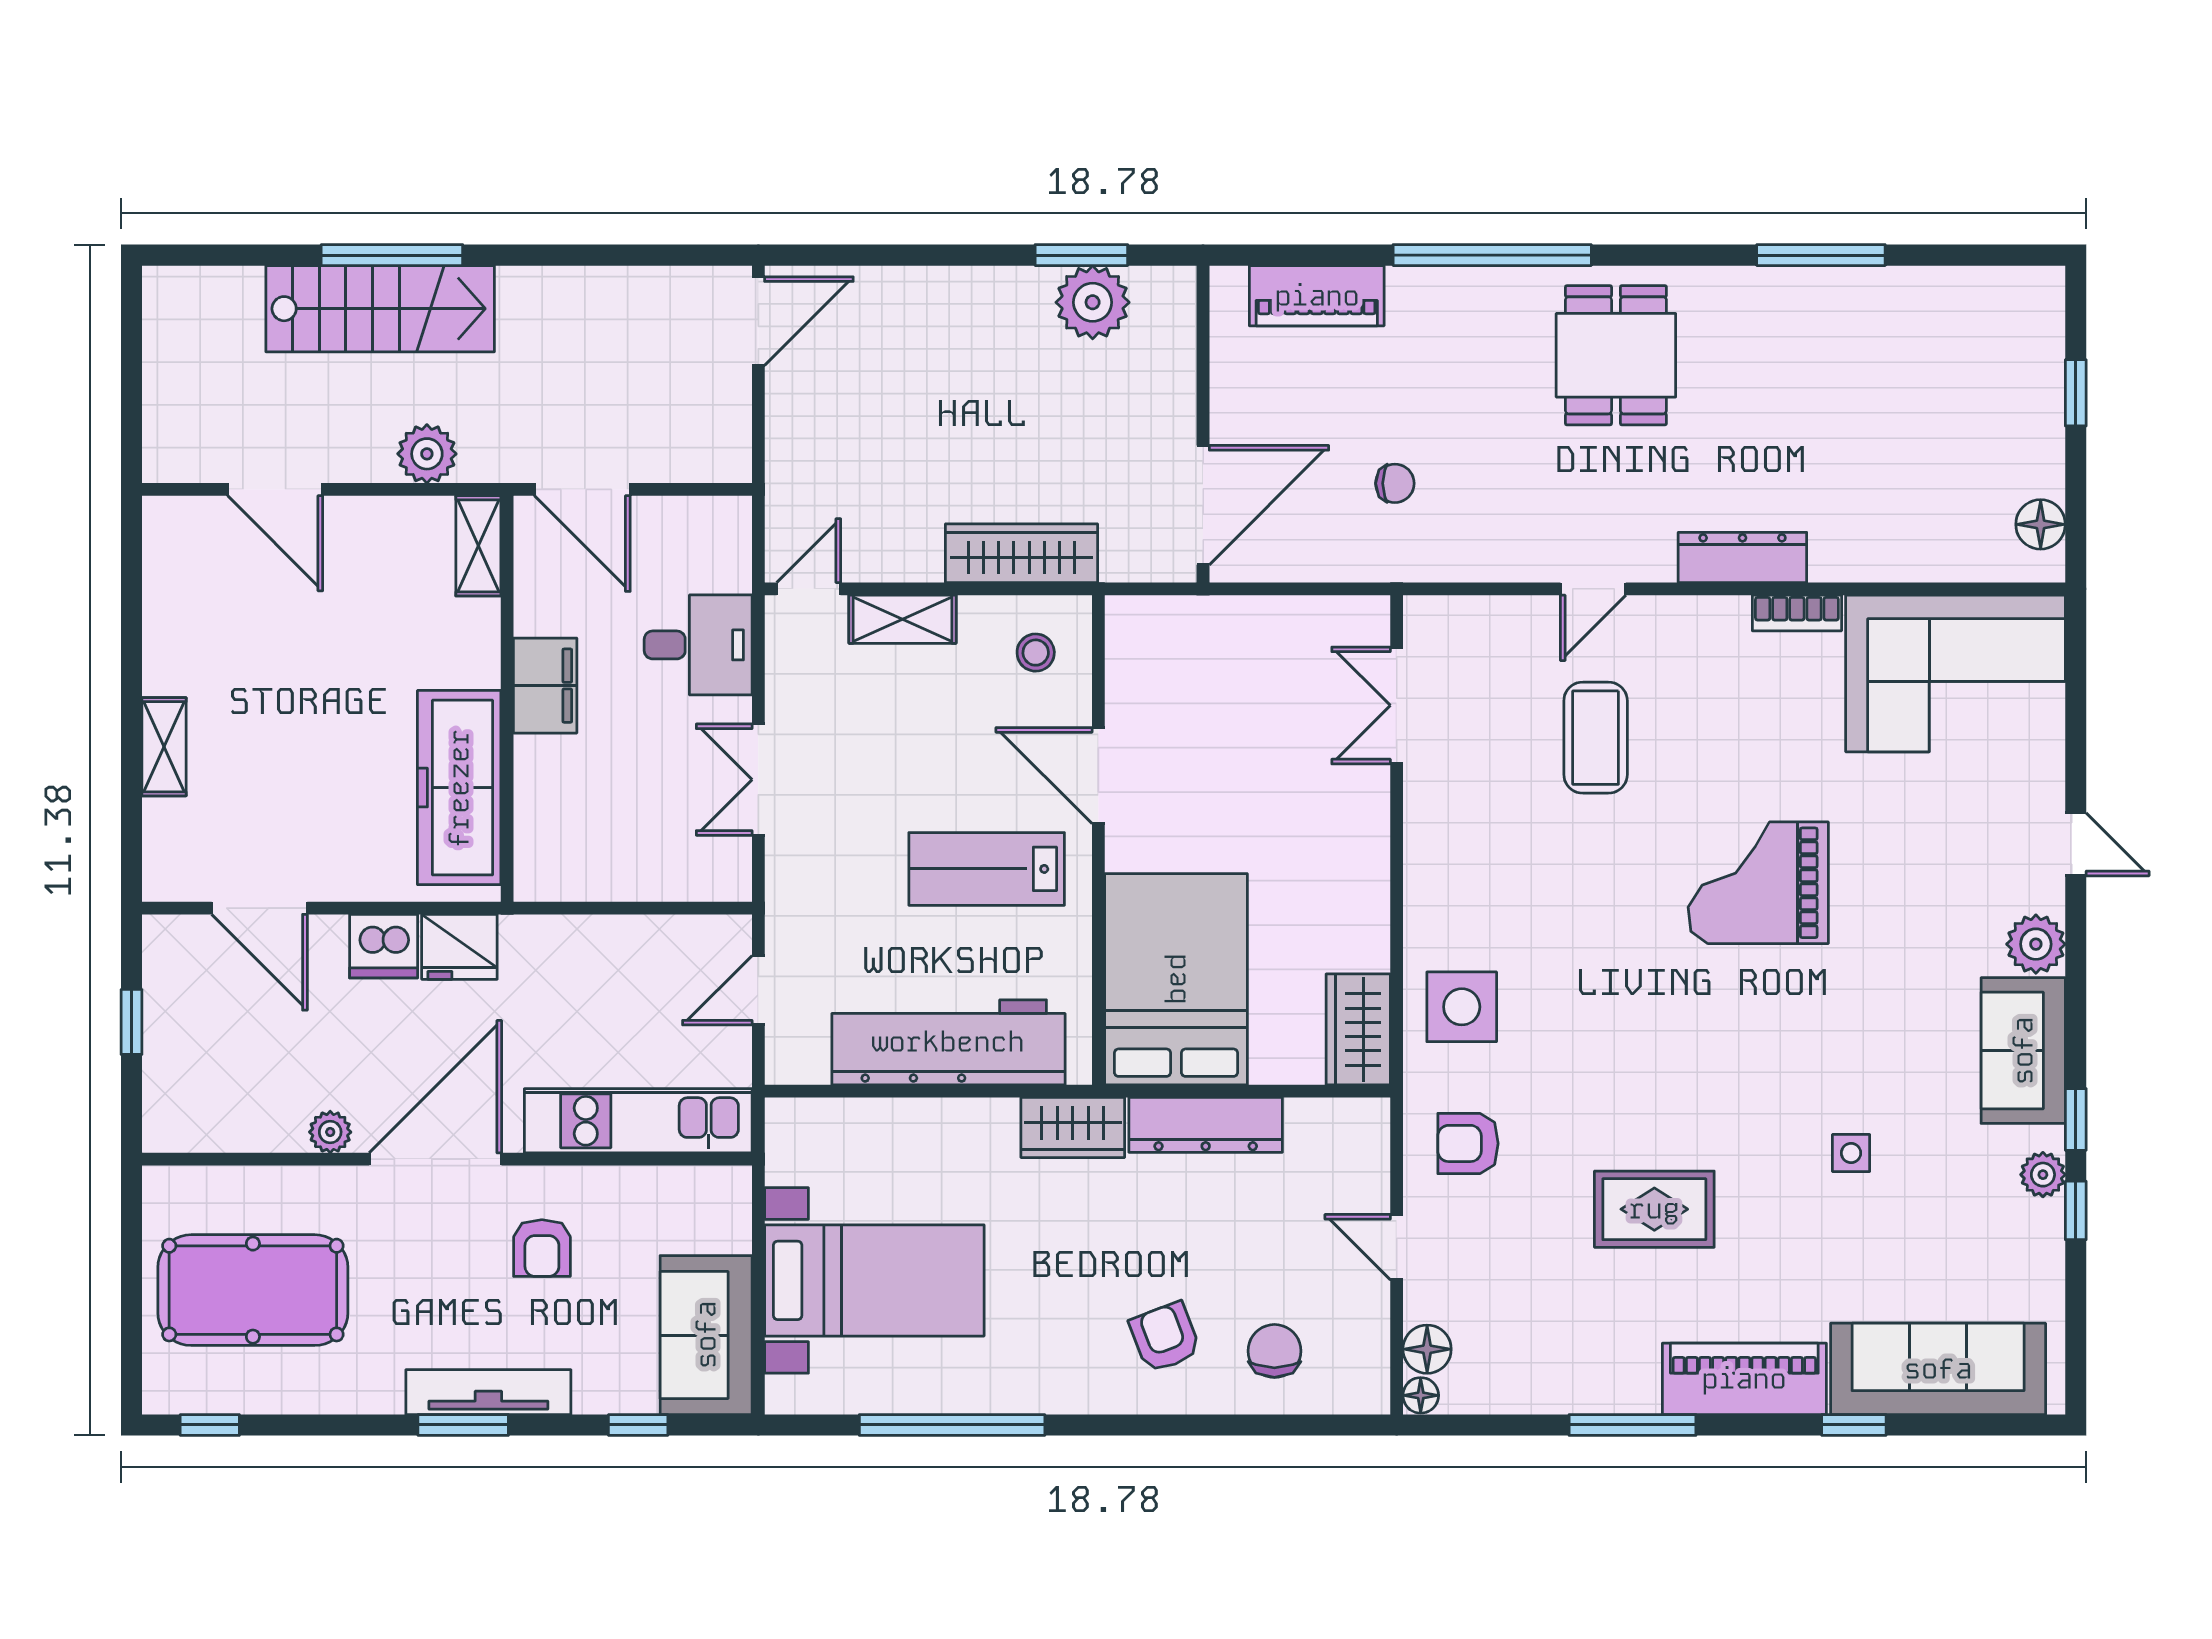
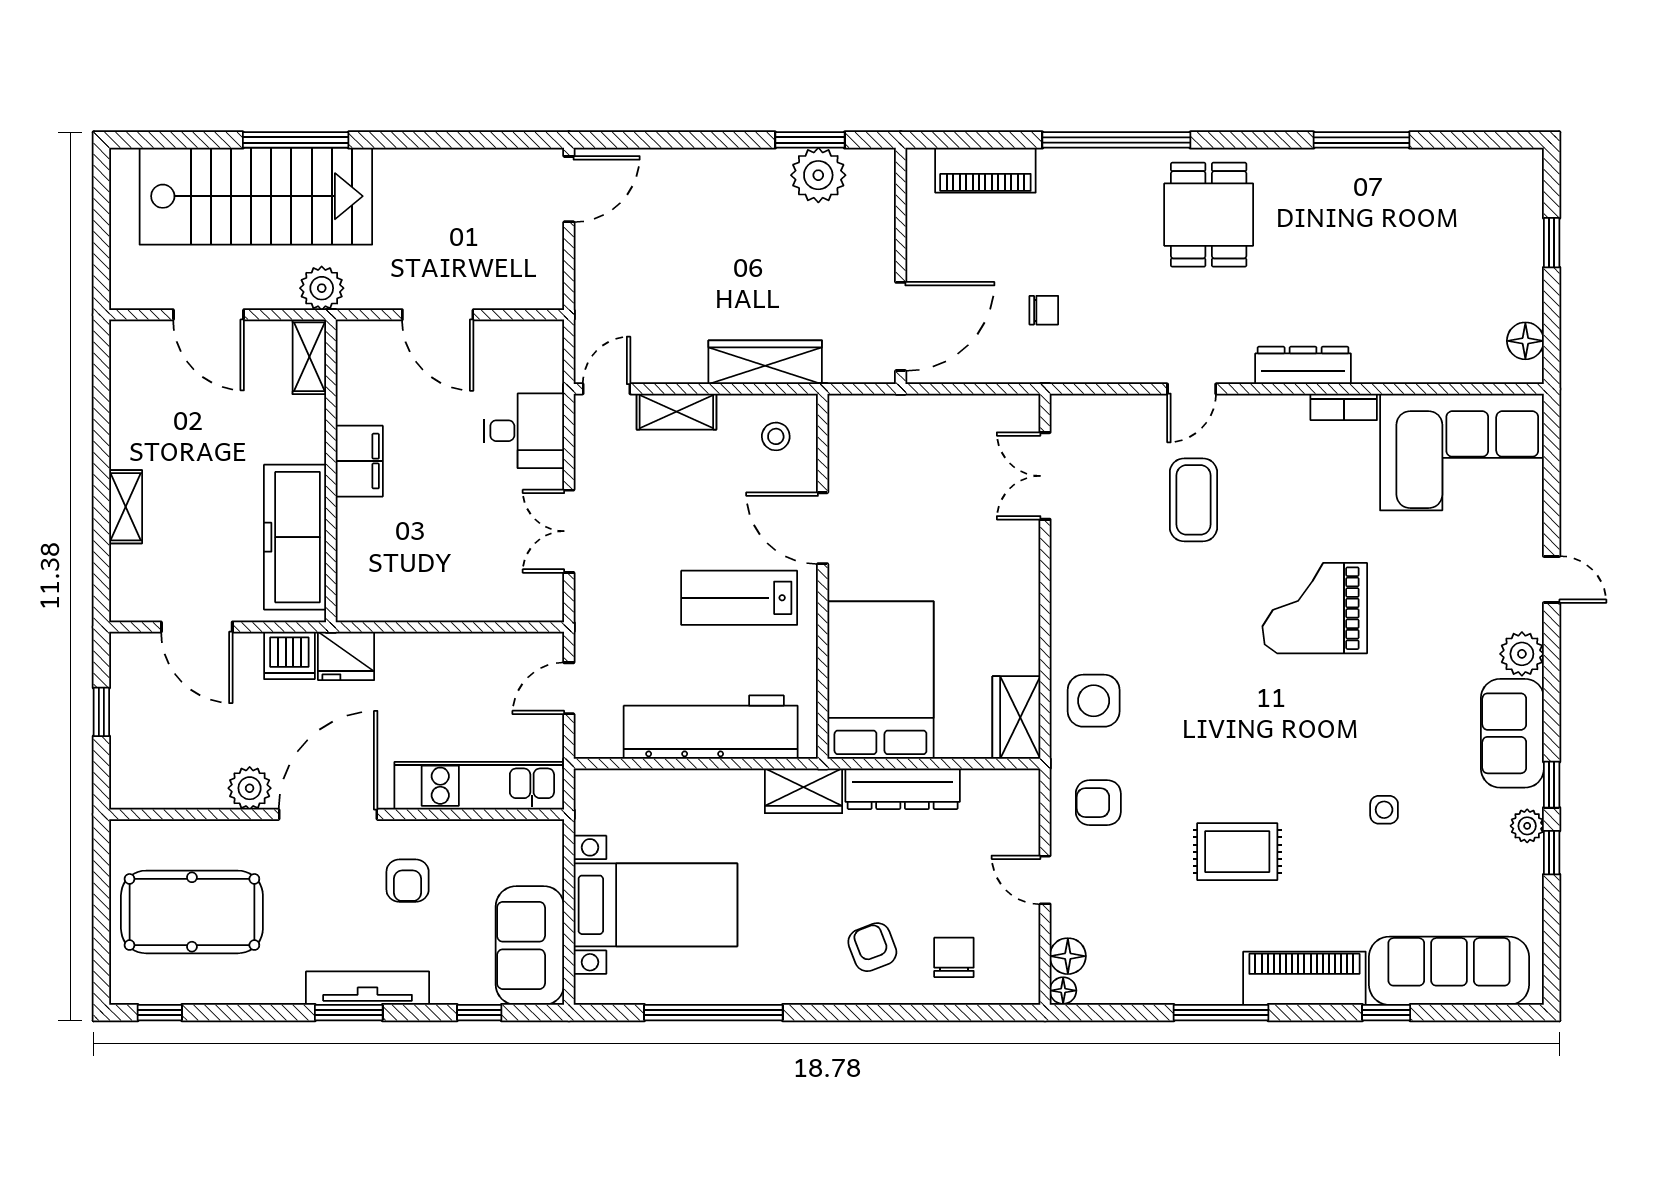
stairs: (380, 309) -> (256, 196), width x1.36, depth x1.51
shelving: (478, 546) -> (309, 357), moved
filing cabinet: (545, 686) -> (359, 461), moved
wall: (507, 699) -> (331, 471), moved
freezer: (459, 788) -> (295, 537), moved
plant: (330, 1132) -> (250, 788), width x1.38, depth x1.38

